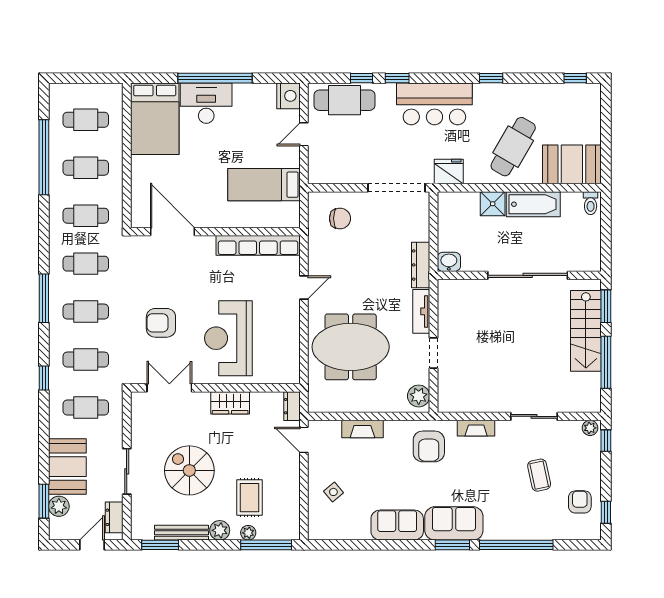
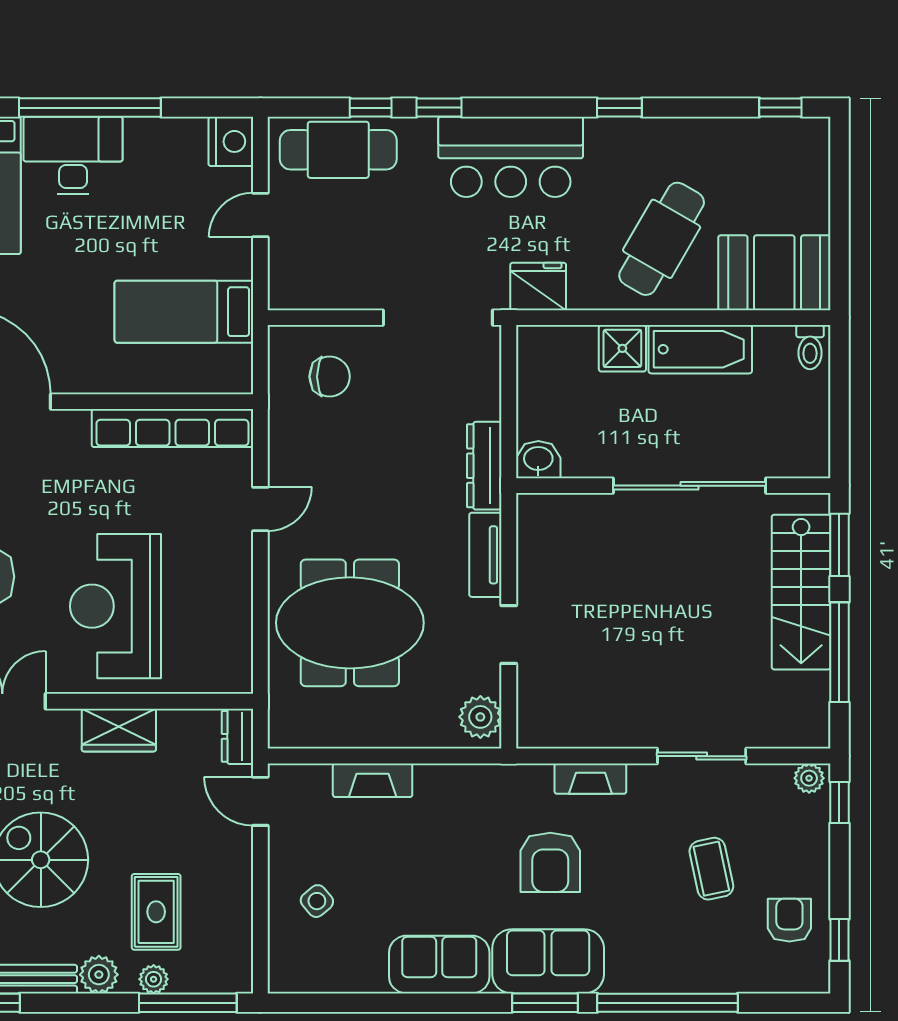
armchair: (429, 446) -> (550, 862), moved

